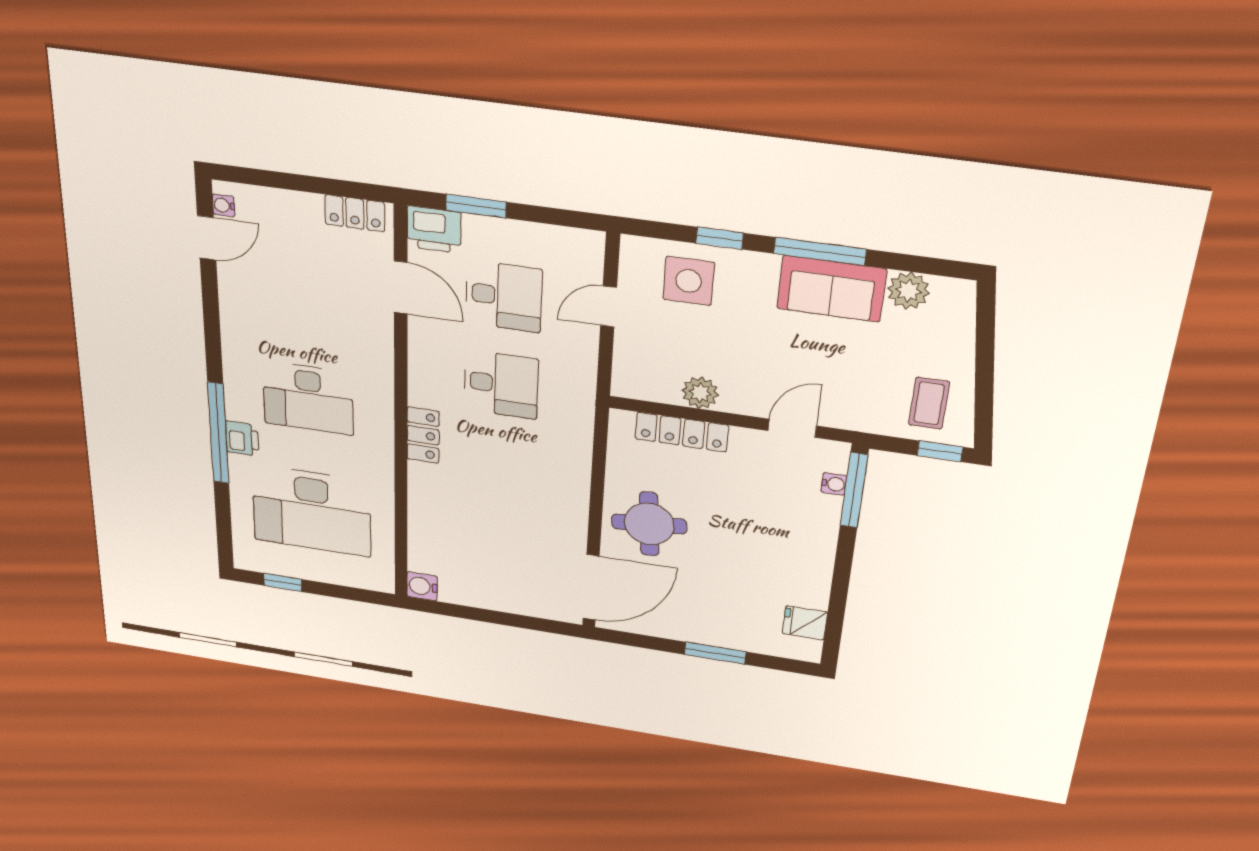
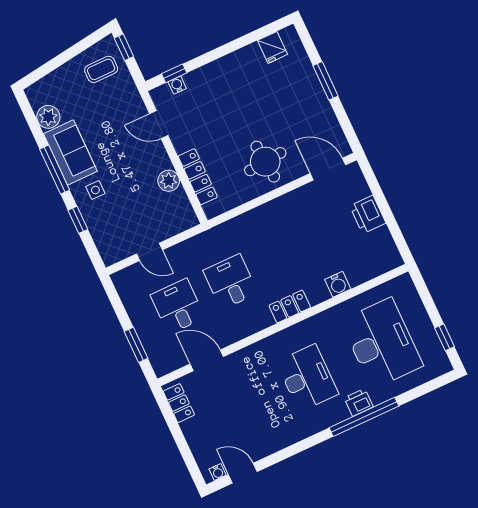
printer: (434, 230) -> (368, 214), moved, turned 180
side table: (689, 281) -> (95, 190), moved, width x0.54, depth x0.54
door: (401, 287) -> (207, 360), hinge flipped
window: (854, 490) -> (174, 73), width x0.46
water cooler: (422, 586) -> (338, 284), moved
door: (591, 587) -> (328, 169), width x0.73

